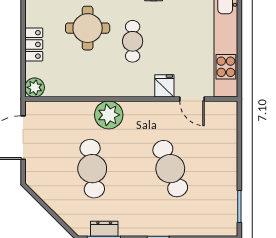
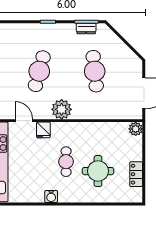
locker: (34, 44) -> (136, 174), moved
plant: (109, 115) -> (62, 109), moved
cafe table: (170, 169) -> (39, 71), turned 36

